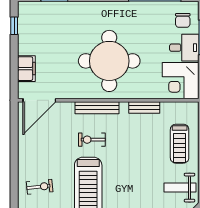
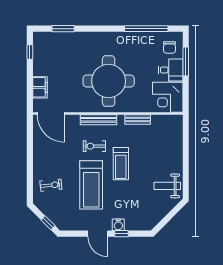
door: (39, 100) -> (51, 114), hinge flipped
treadmill: (180, 144) -> (121, 164), moved

